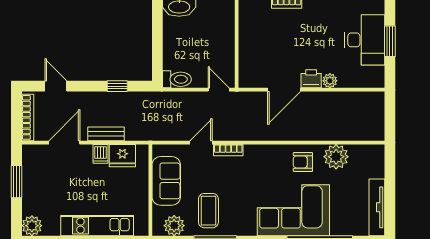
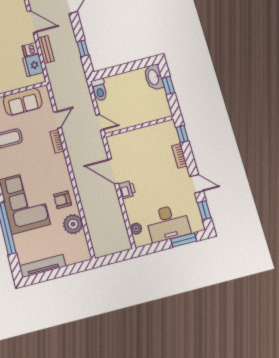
window: (390, 41) -> (184, 240), moved
plant: (330, 81) -> (136, 229), moved
door: (219, 90) -> (100, 122), hinge flipped
door: (201, 143) -> (57, 120), hinge flipped
armchair: (303, 162) -> (63, 200), turned -90

